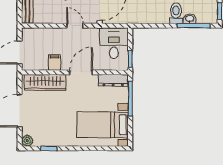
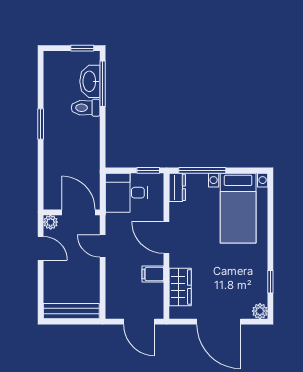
washbasin: (190, 19) -> (90, 81), width x1.91, depth x1.45
door: (75, 26) -> (103, 246), hinge flipped
dresser: (113, 80) -> (177, 187), width x0.70
wardrobe: (45, 82) -> (180, 287), width x0.67

